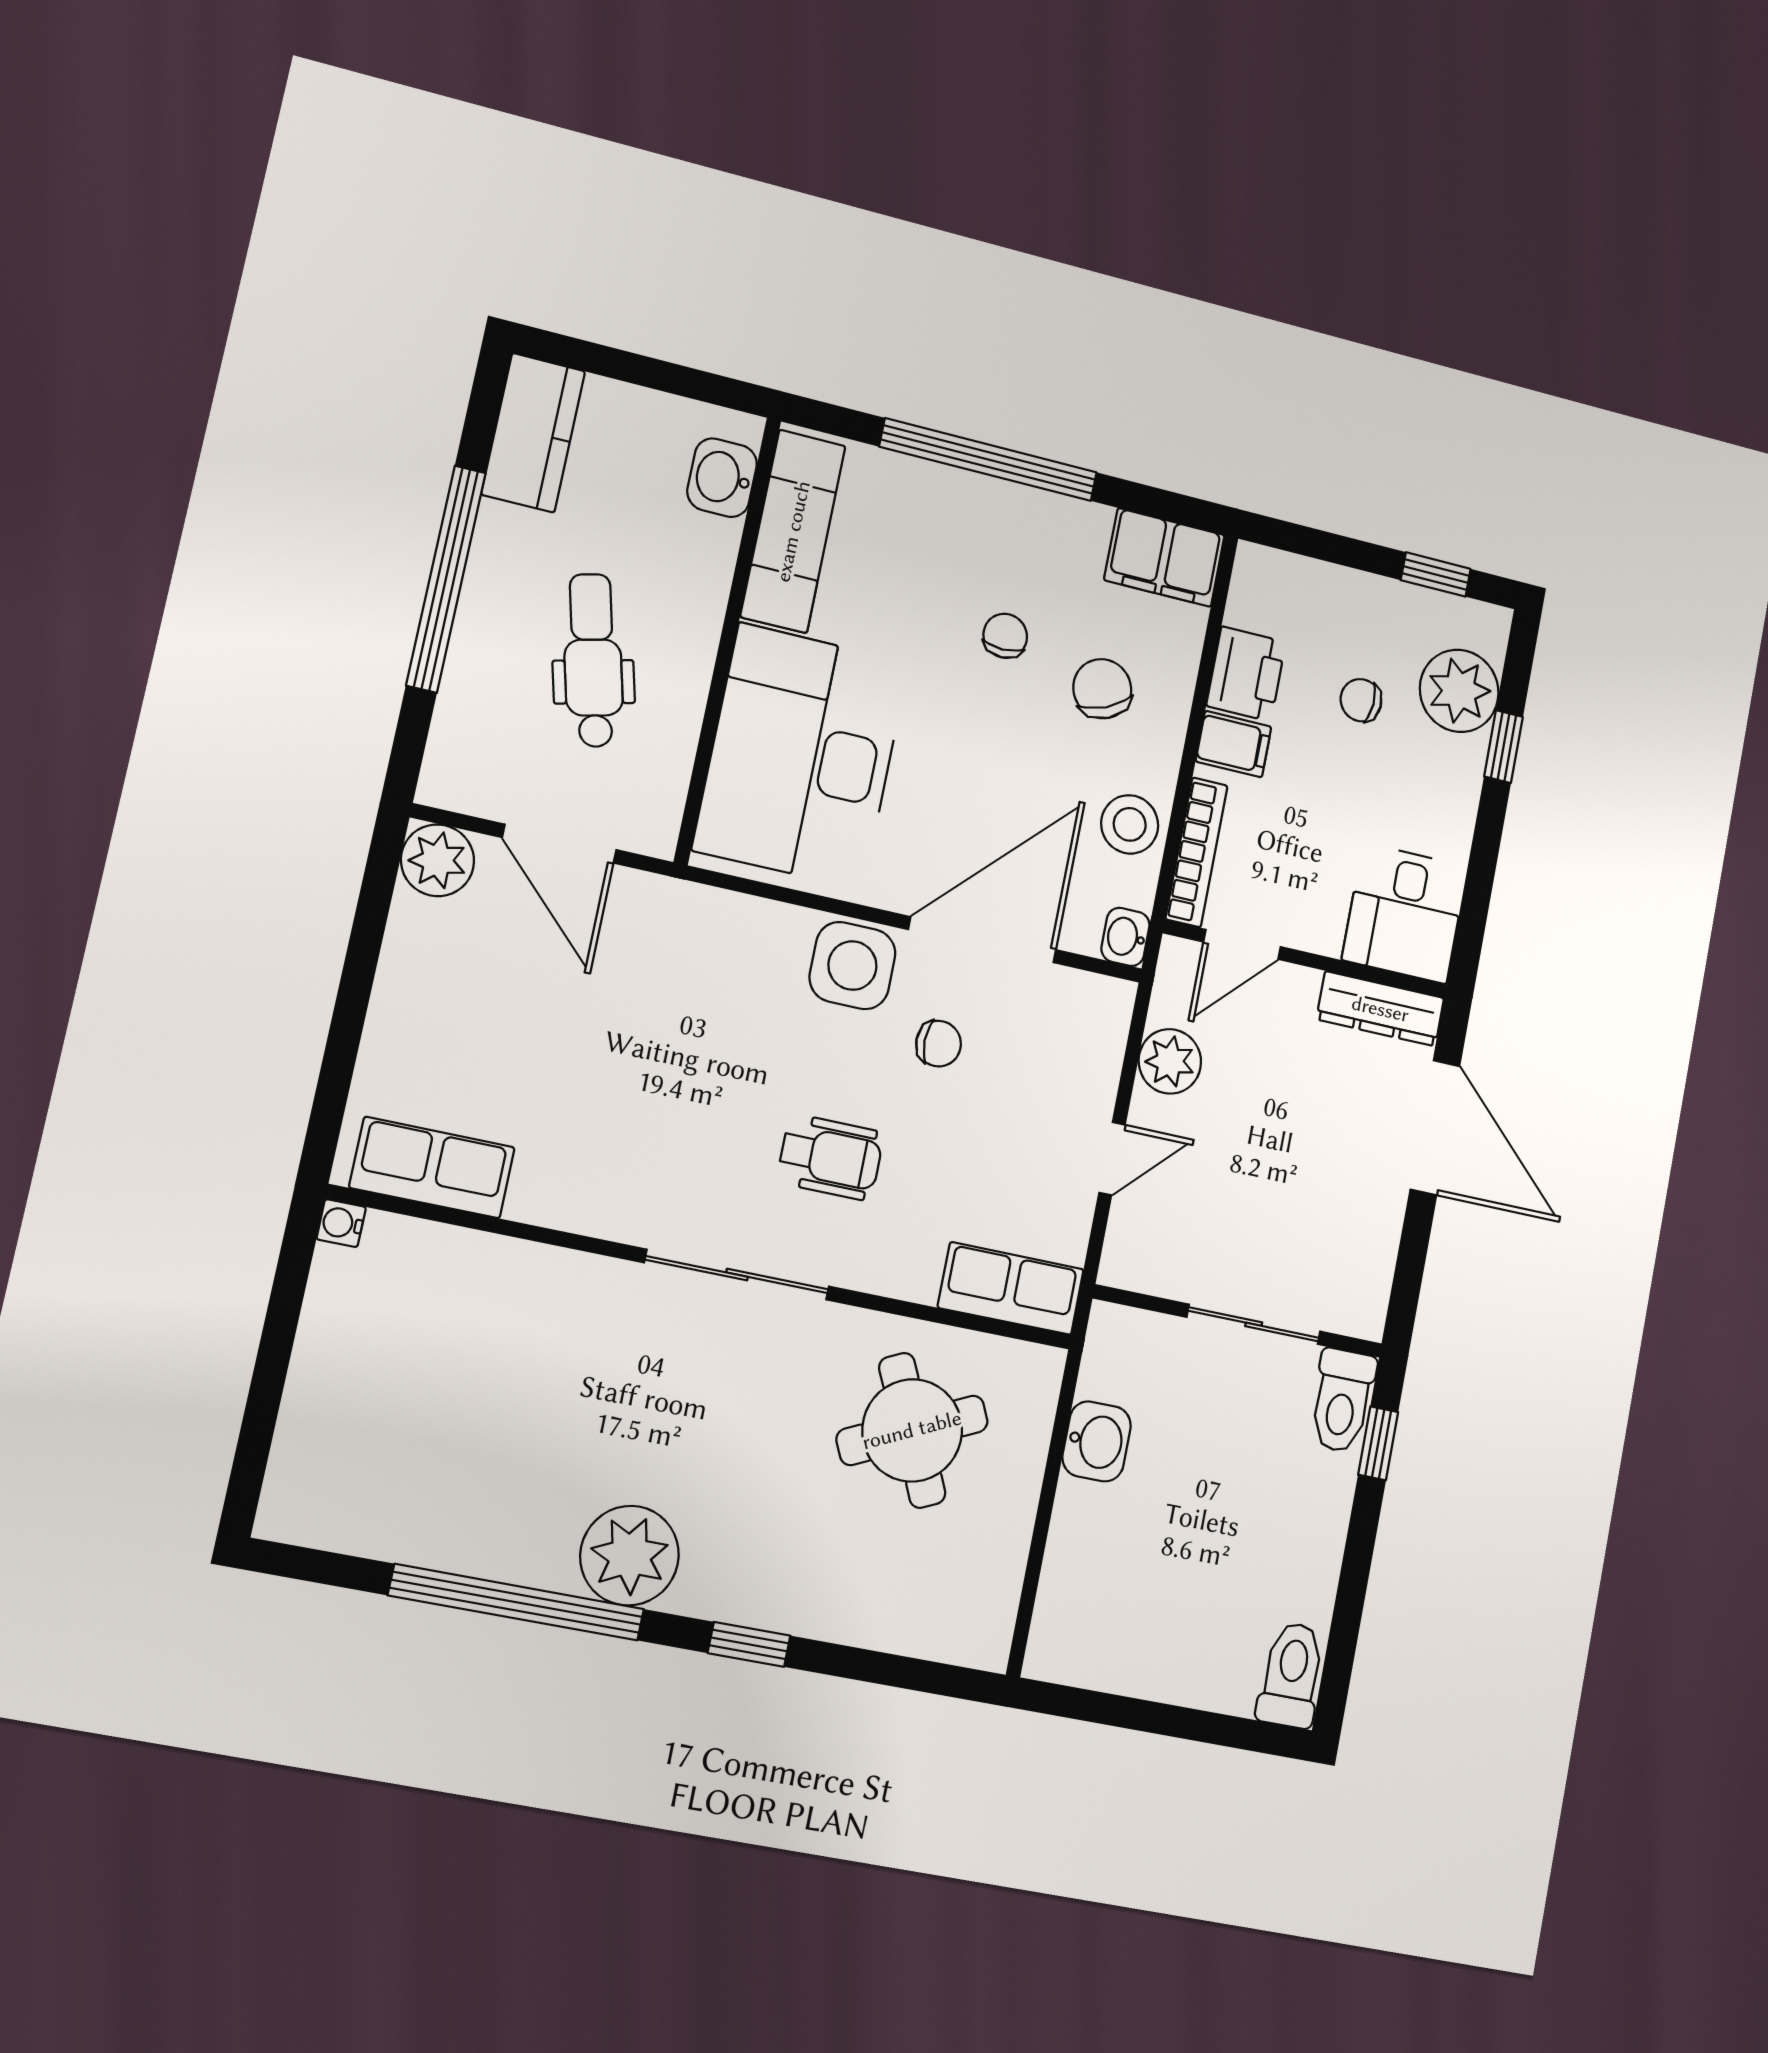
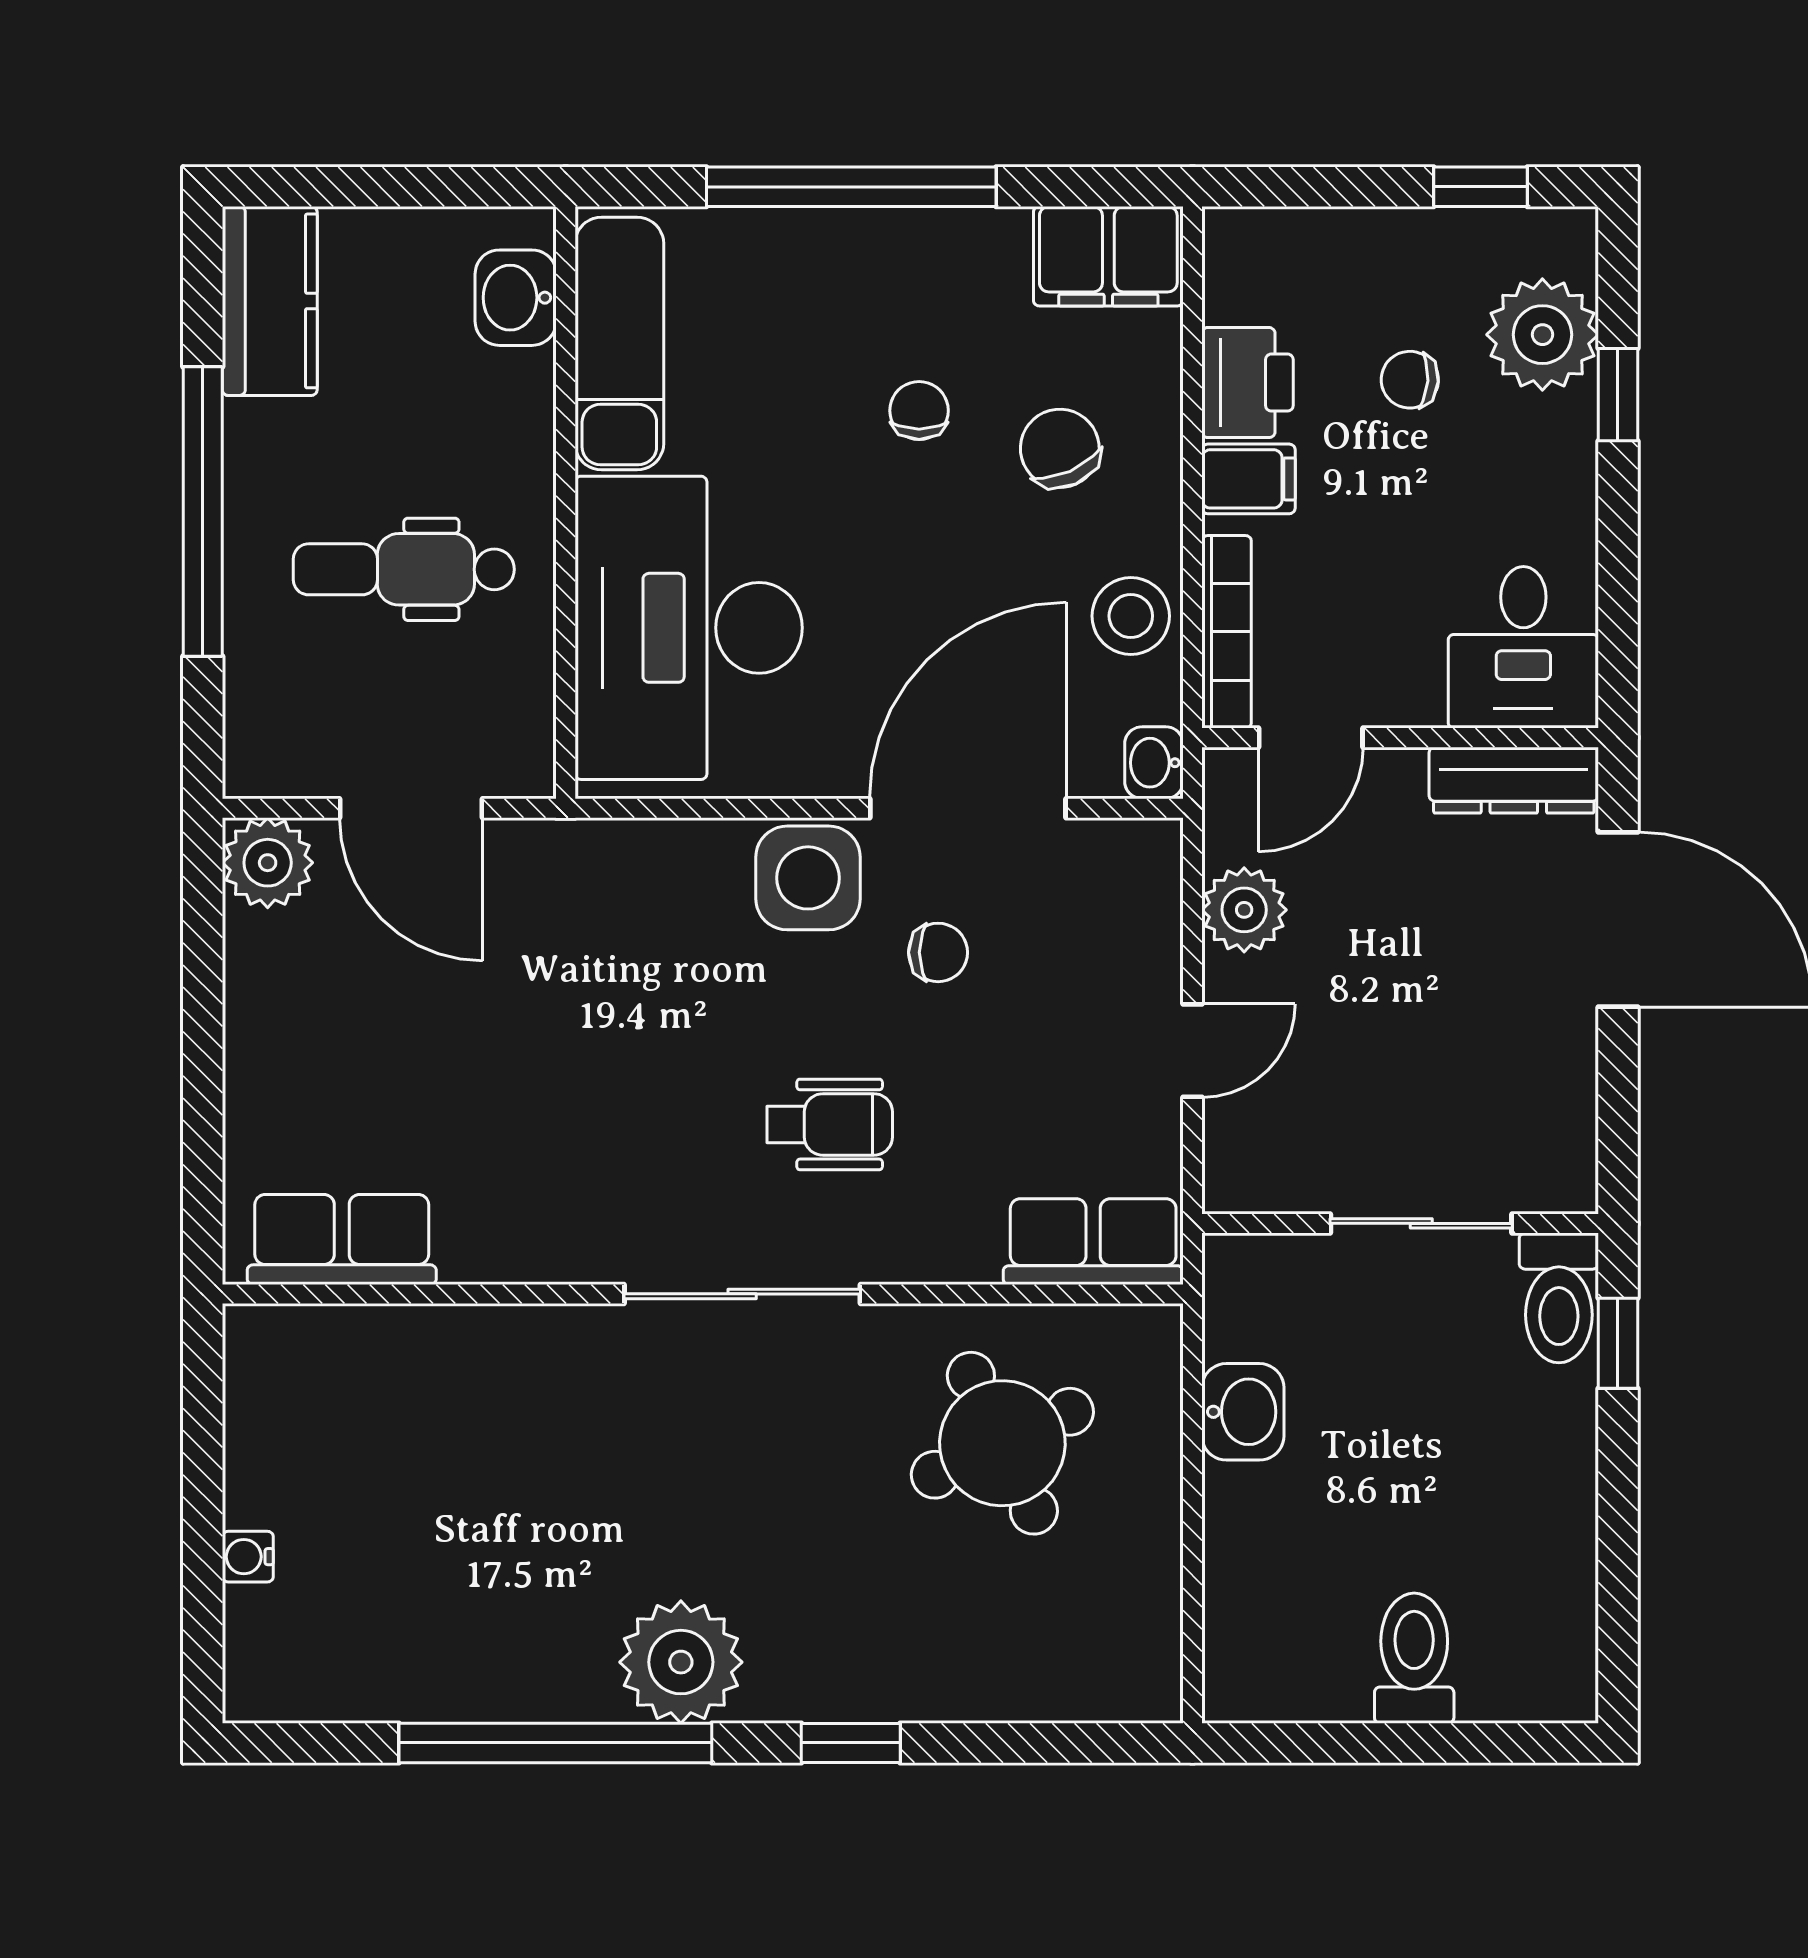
dental chair: (593, 660) -> (404, 569), turned -76
water cooler: (341, 1223) -> (248, 1557), moved
toilet: (1291, 1675) -> (1414, 1658), moved

